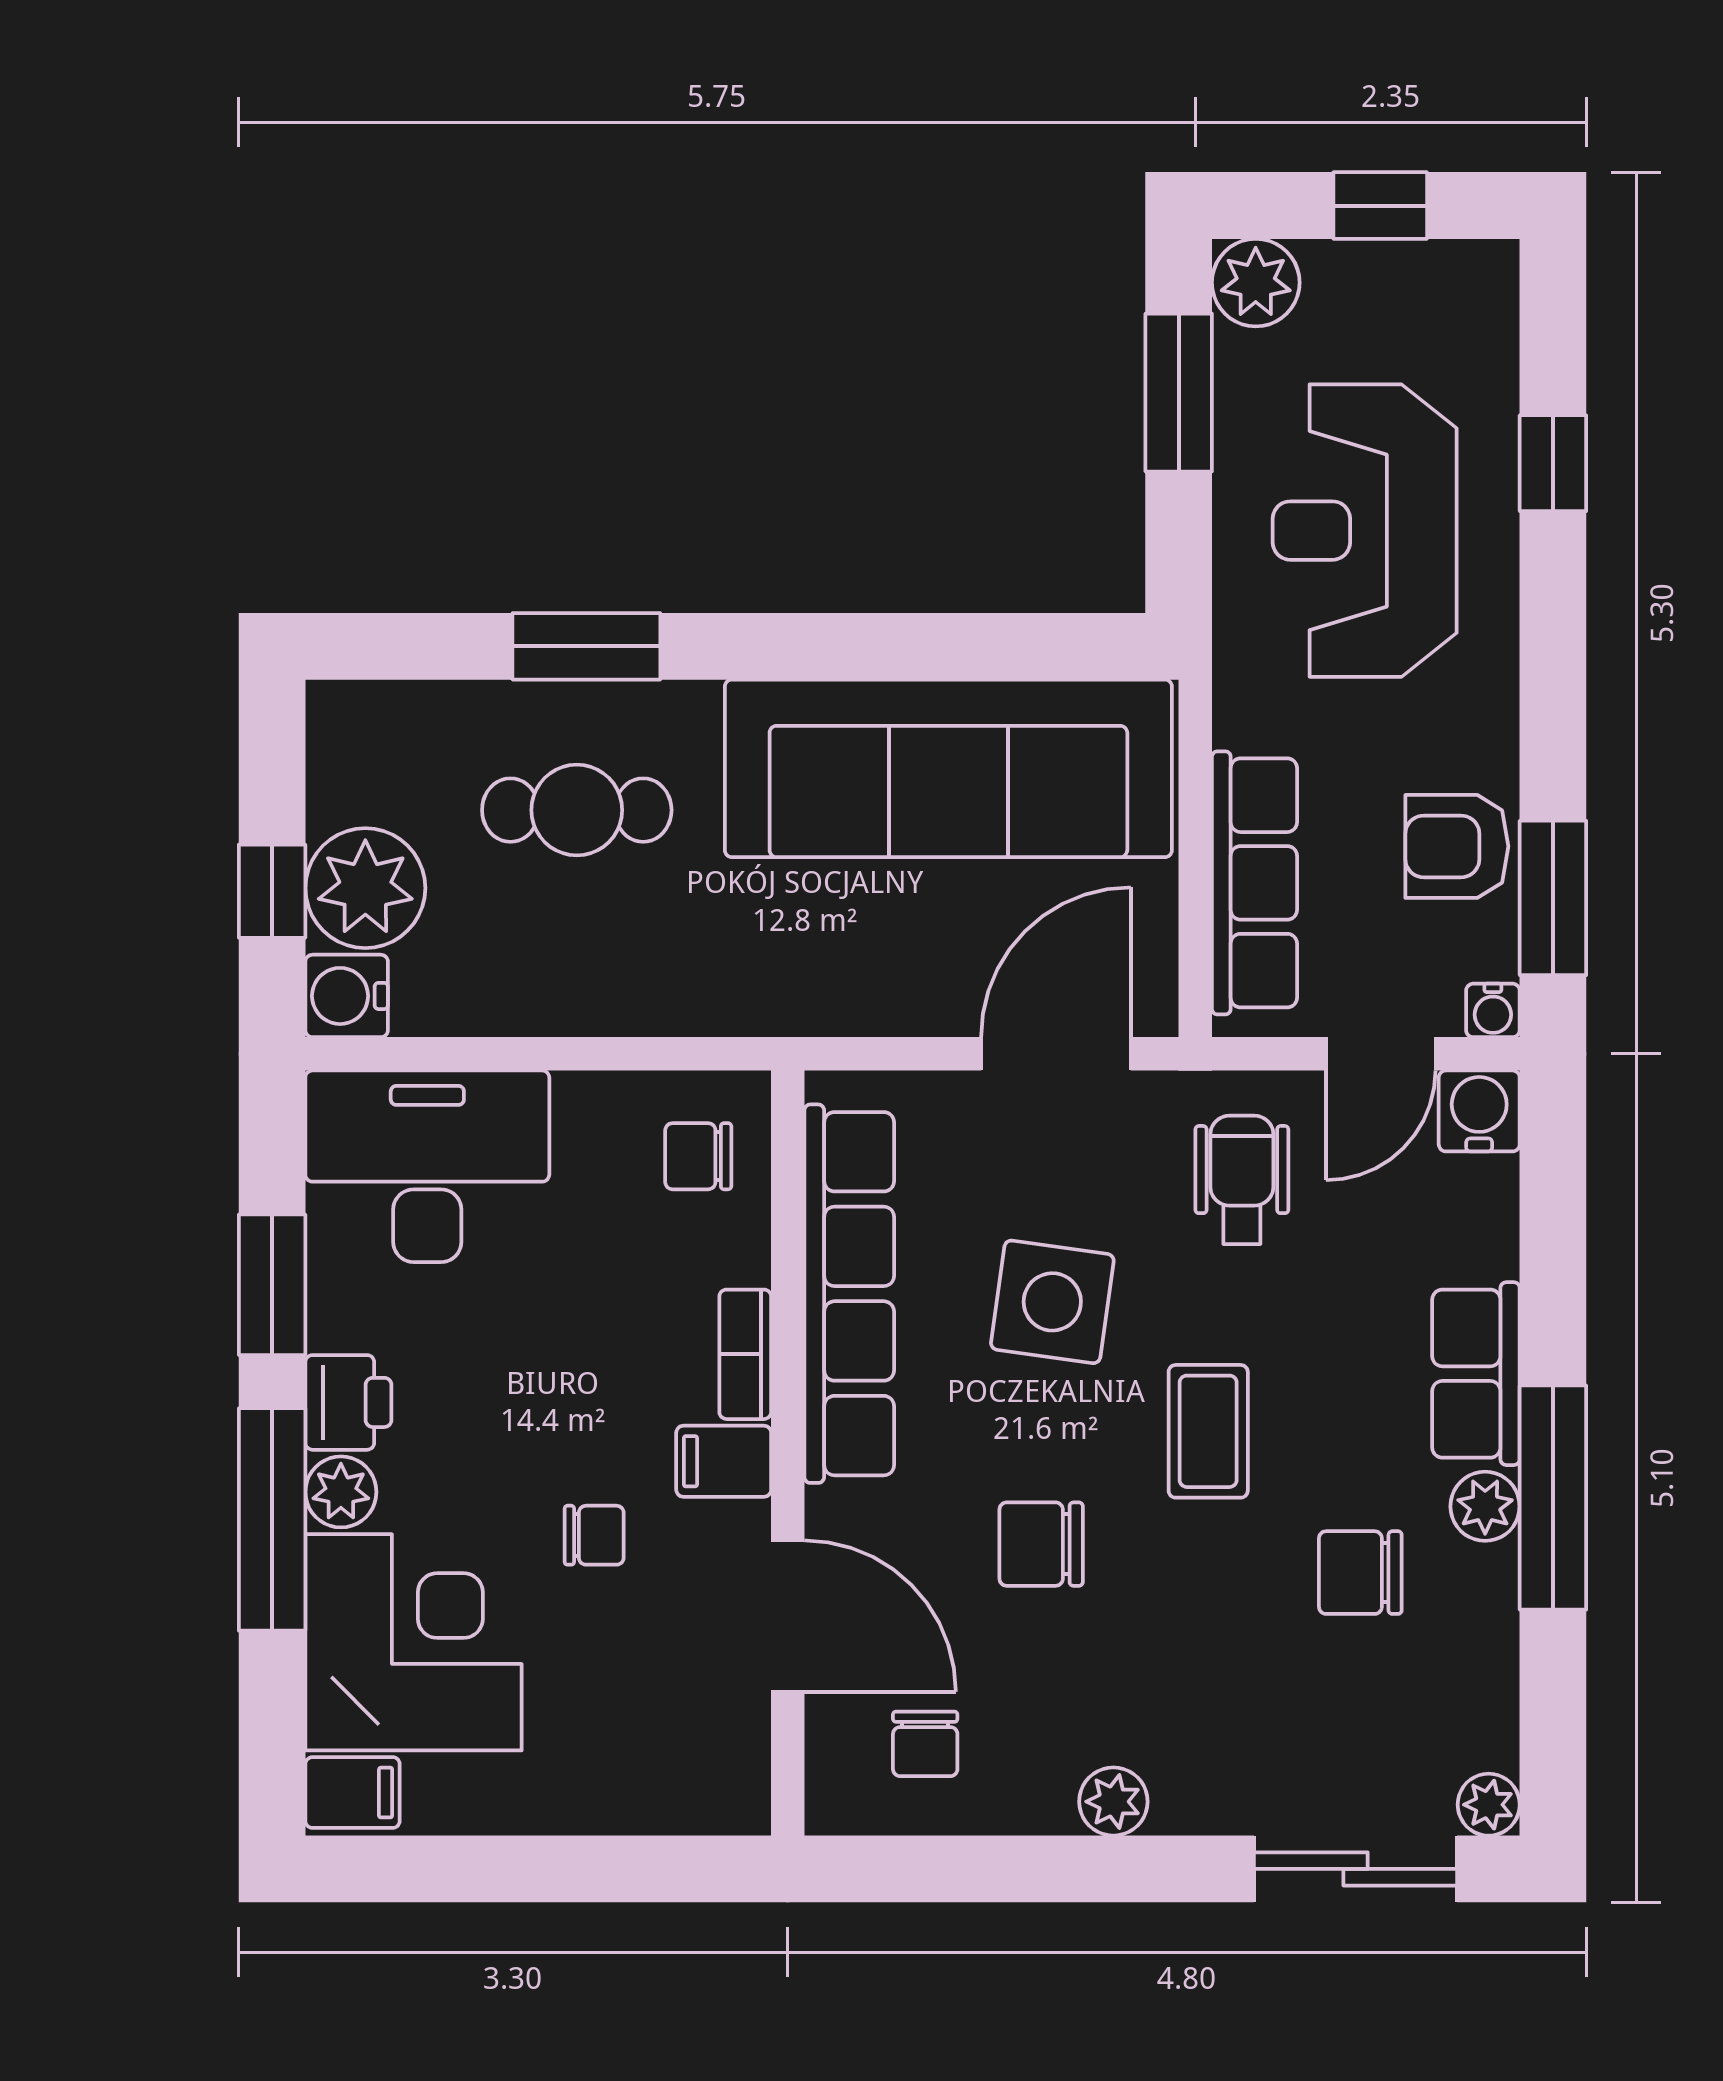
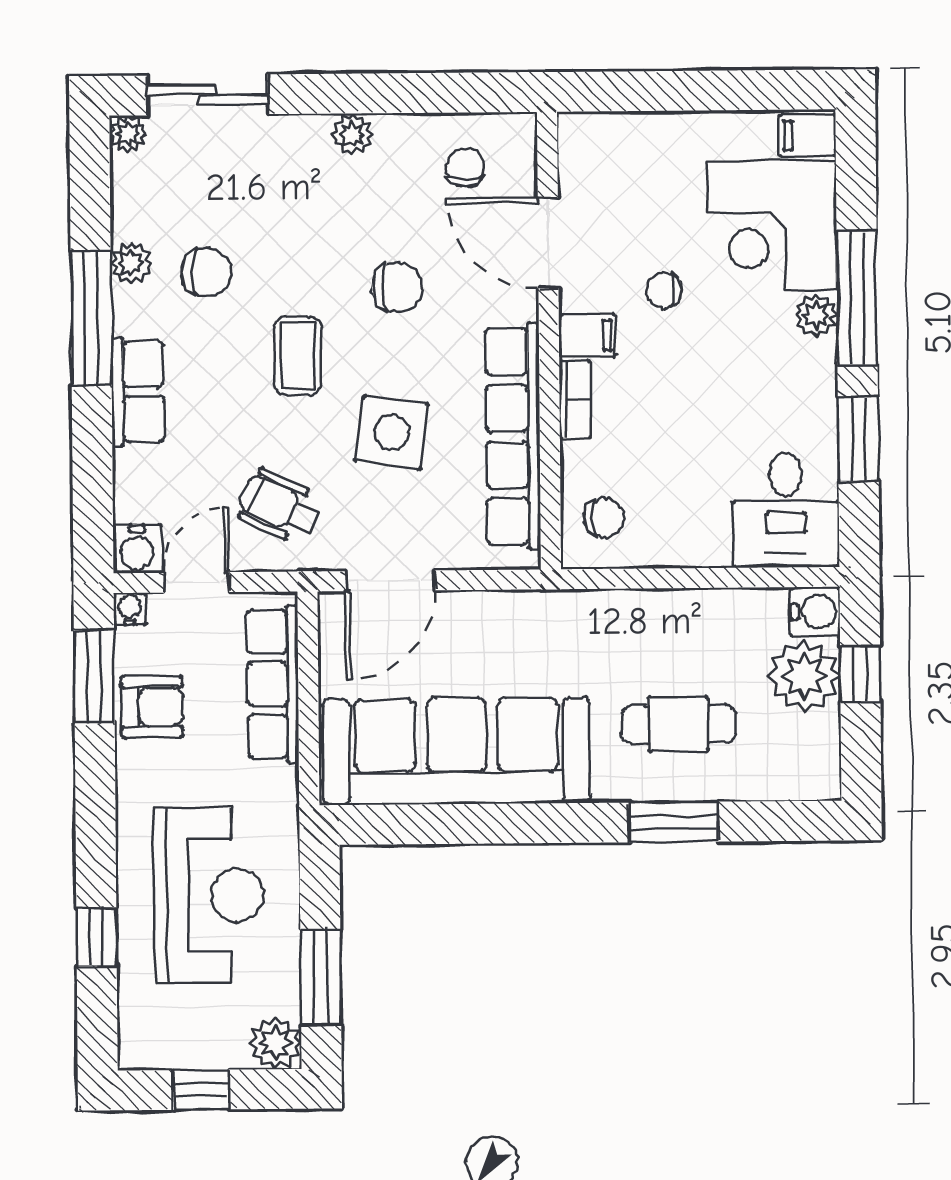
desk: (427, 1166) -> (786, 510), width x0.73
wheelchair: (1242, 1180) -> (279, 506), turned 116
printer: (348, 1402) -> (812, 369), removed
plant: (1485, 1506) -> (131, 263), moved

